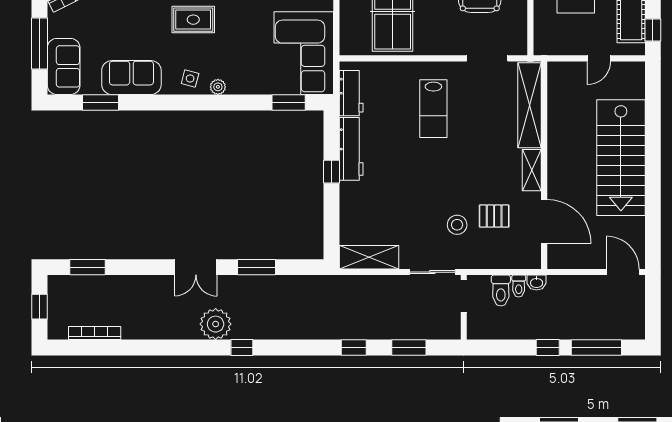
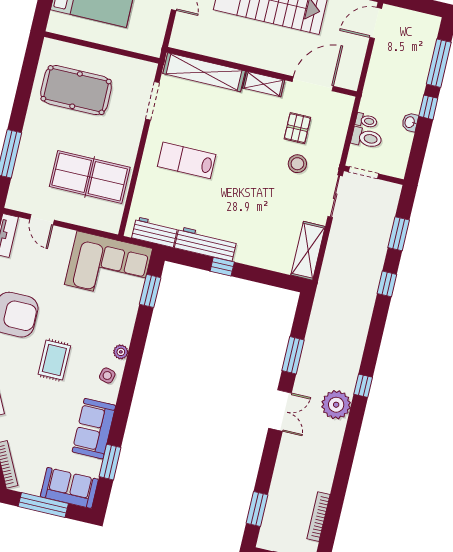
lab bench: (433, 109) -> (187, 160), turned 180
washbasin: (537, 283) -> (410, 122), moved, turned 180

